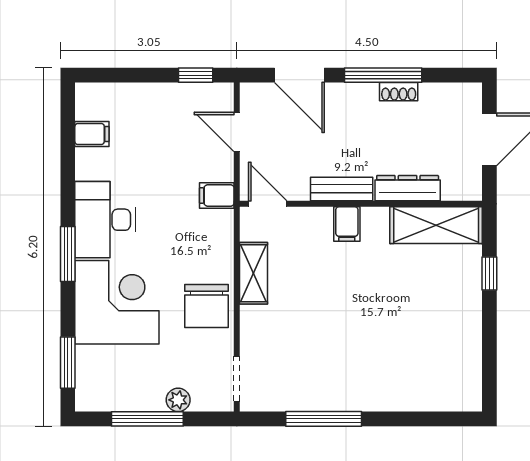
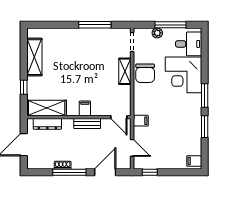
door: (299, 75) -> (105, 172), hinge flipped
filing cabinet: (92, 134) -> (194, 161), moved
dresser: (408, 188) -> (47, 124), moved
desk: (105, 220) -> (189, 44), moved, width x0.73
shelving: (254, 273) -> (125, 71), moved
chair: (207, 306) -> (145, 73), turned 180
shelving: (465, 344) -> (34, 57), added
window: (68, 363) -> (205, 127), moved

